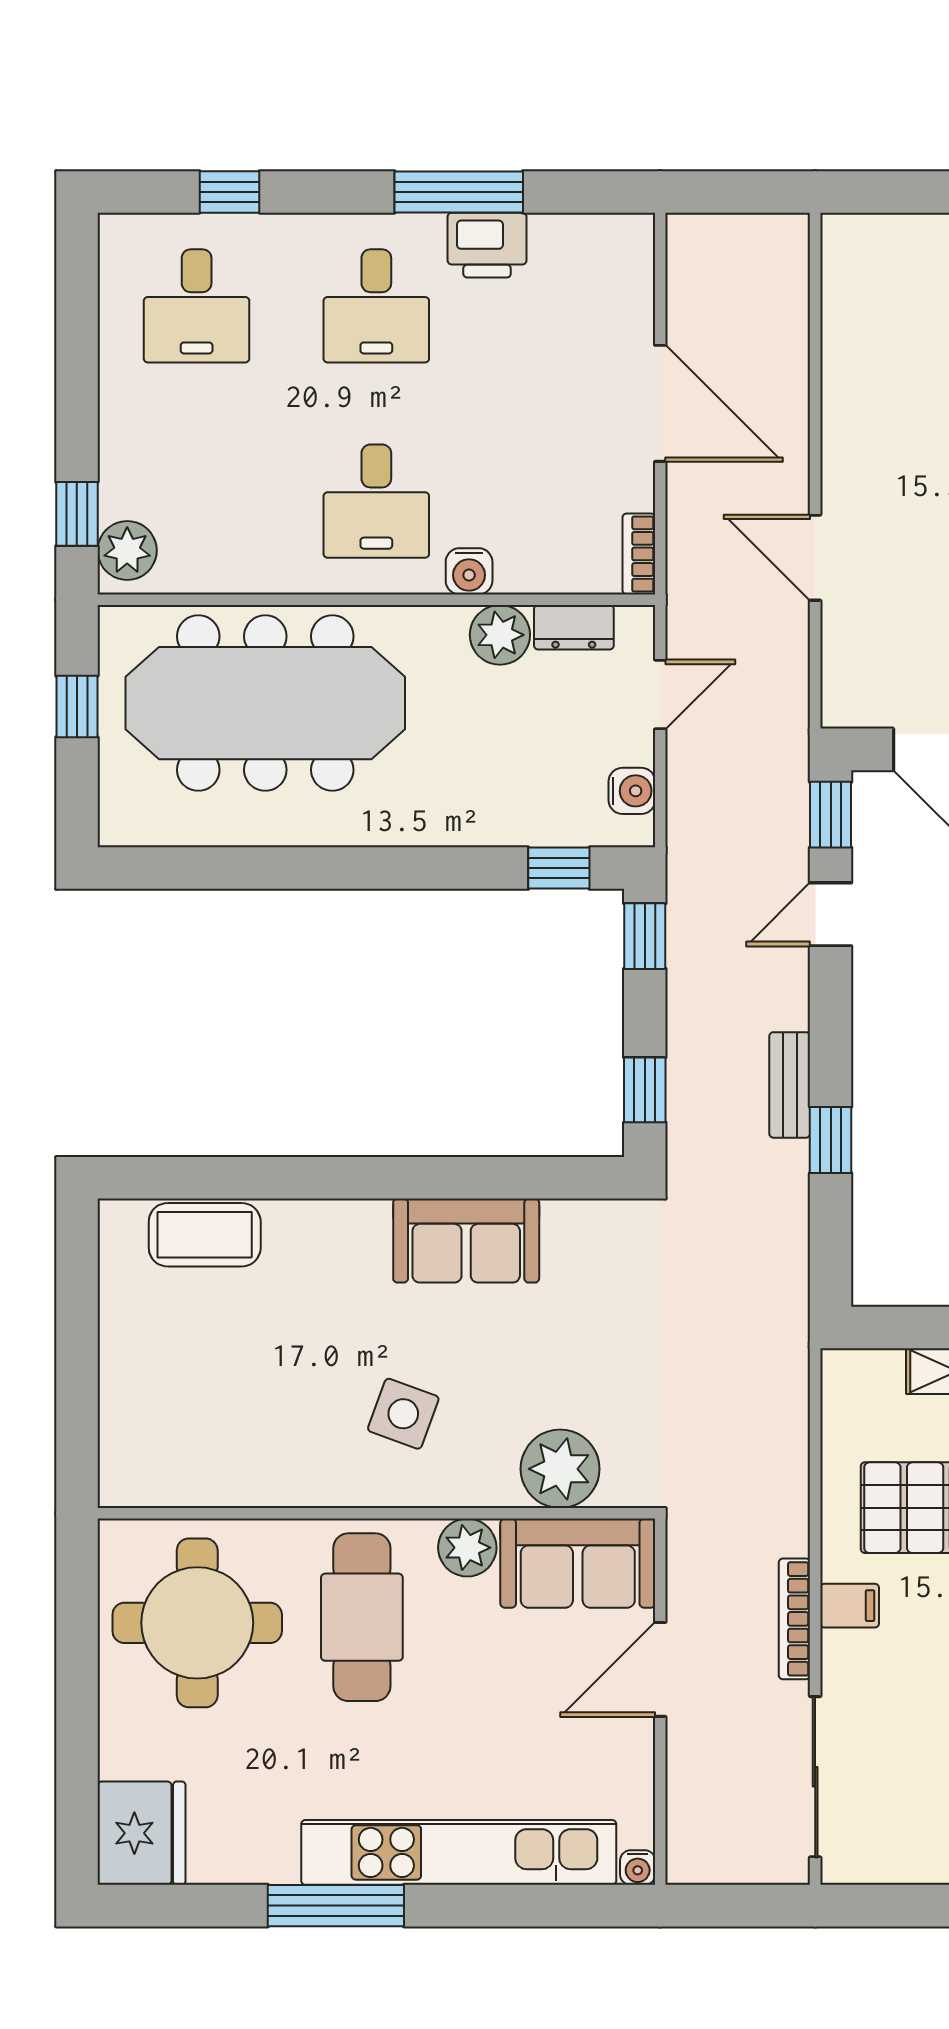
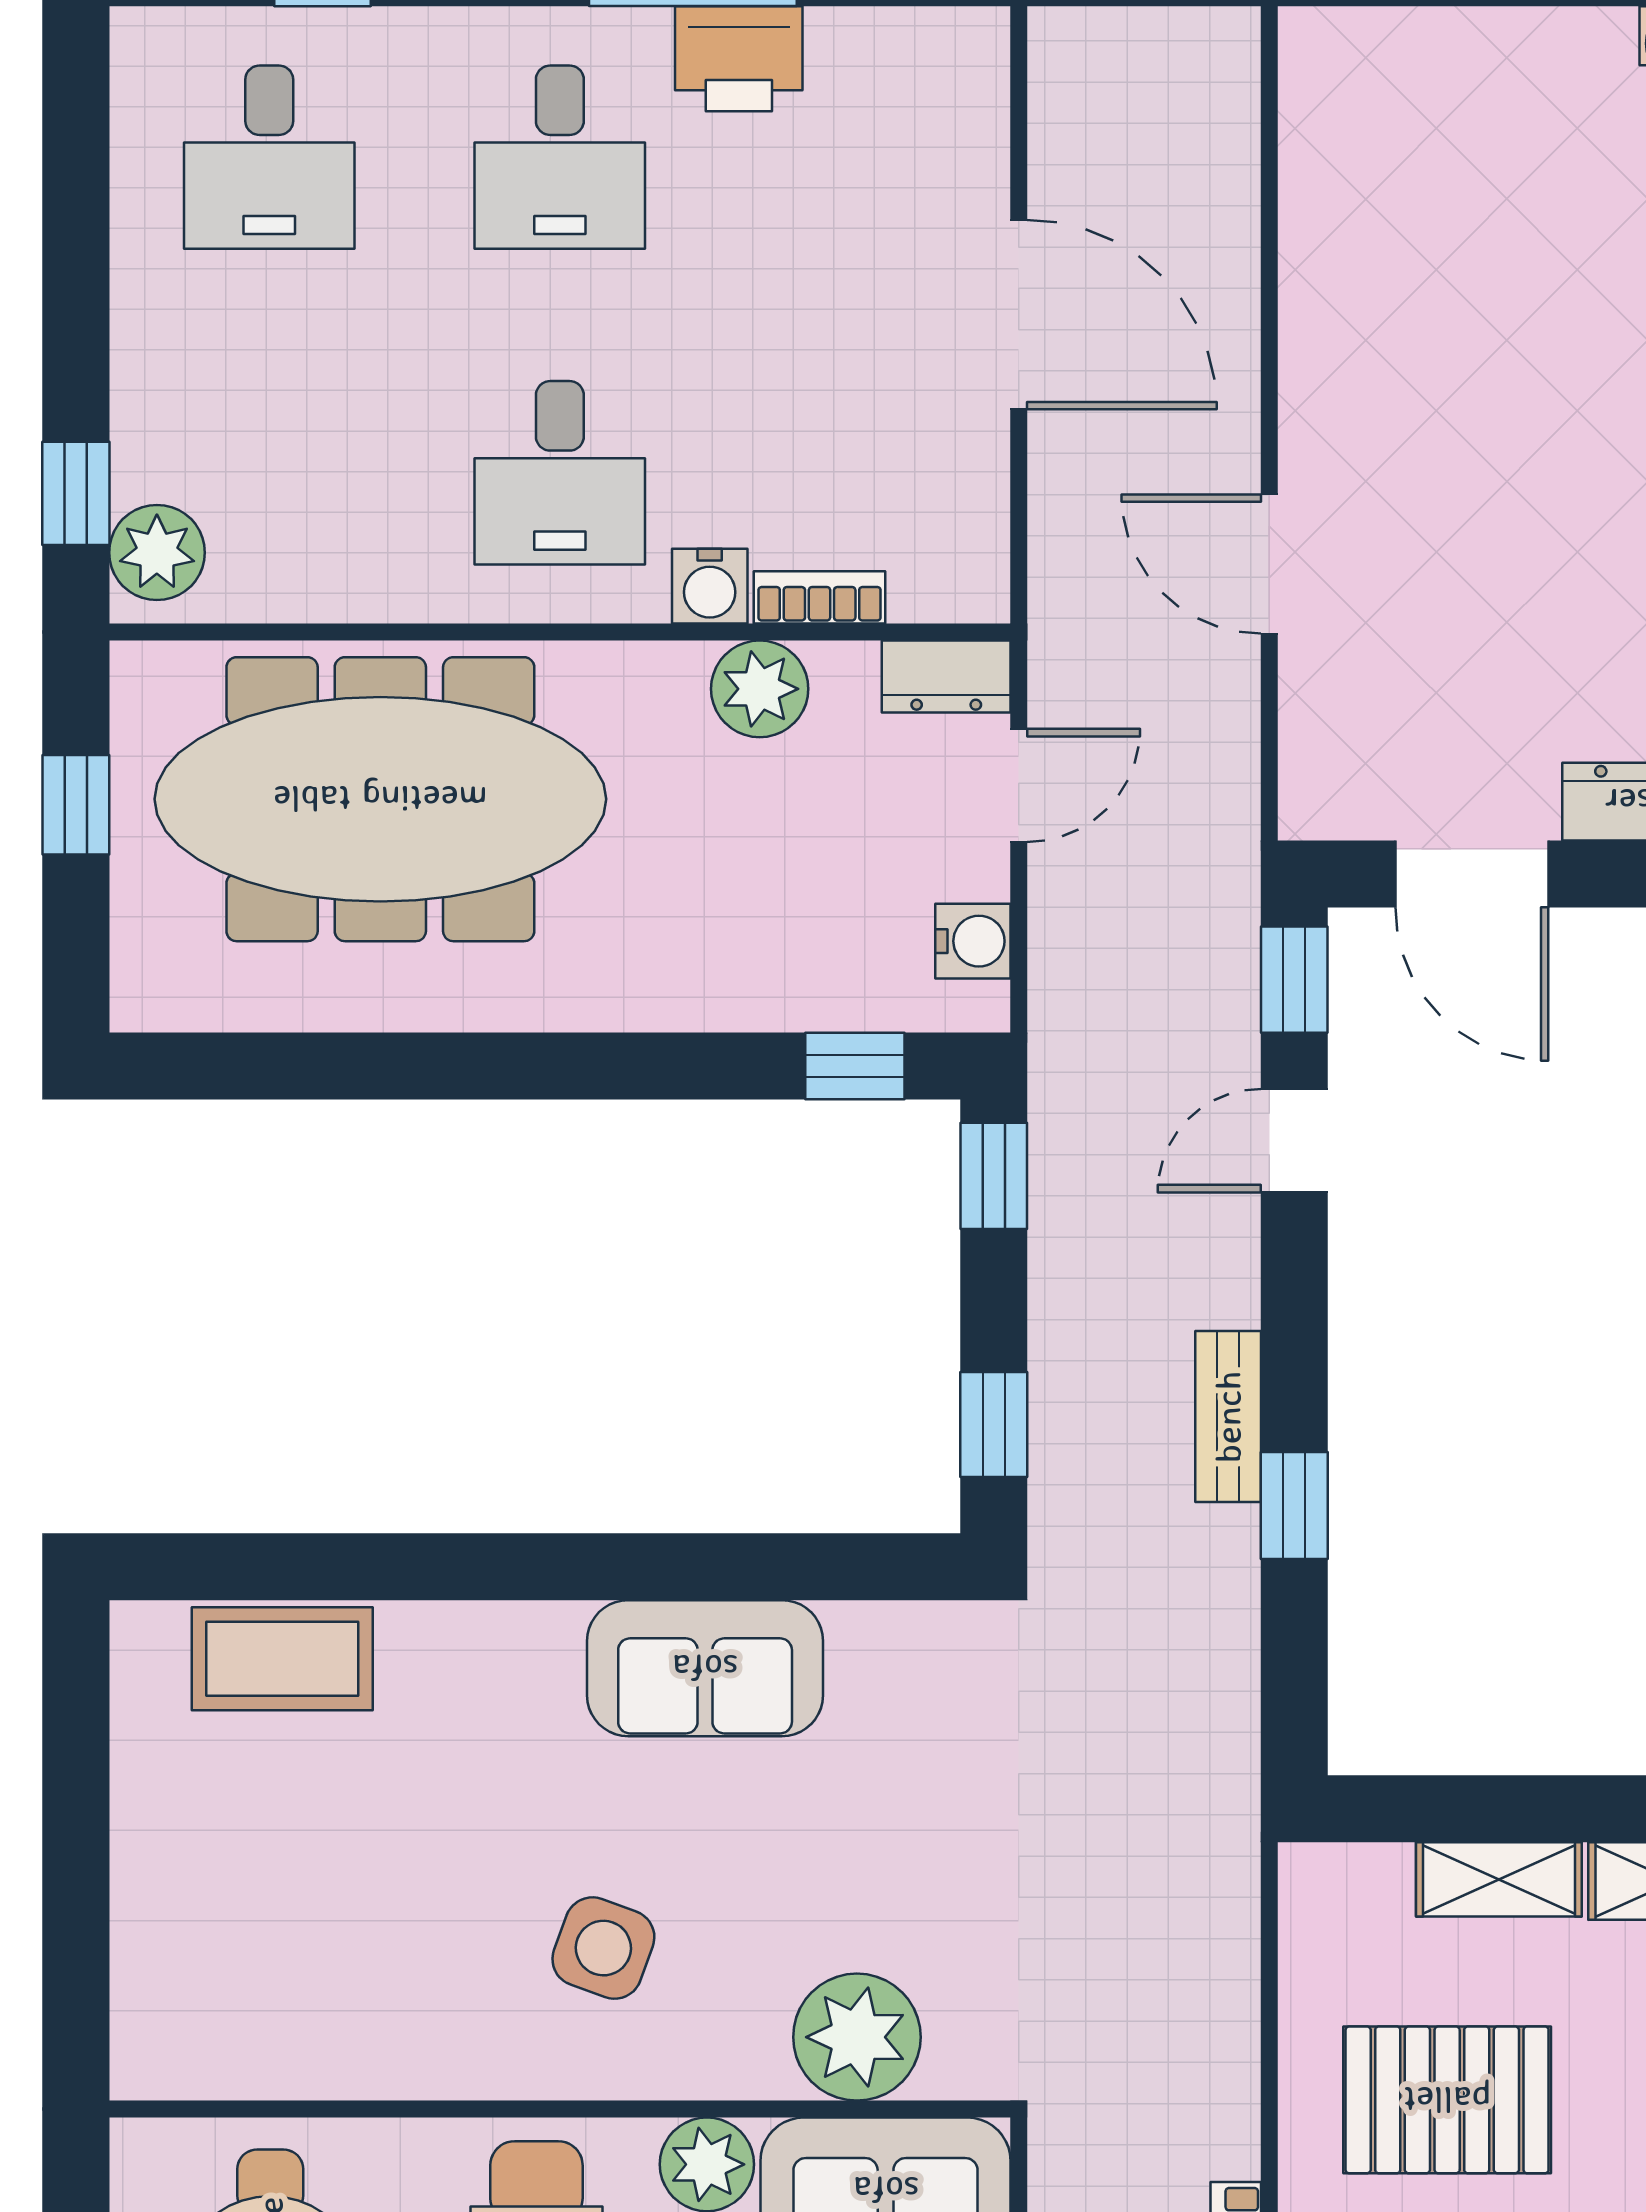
bookcase: (639, 554) -> (820, 597), moved, turned 90
dresser: (574, 627) -> (946, 677), moved

